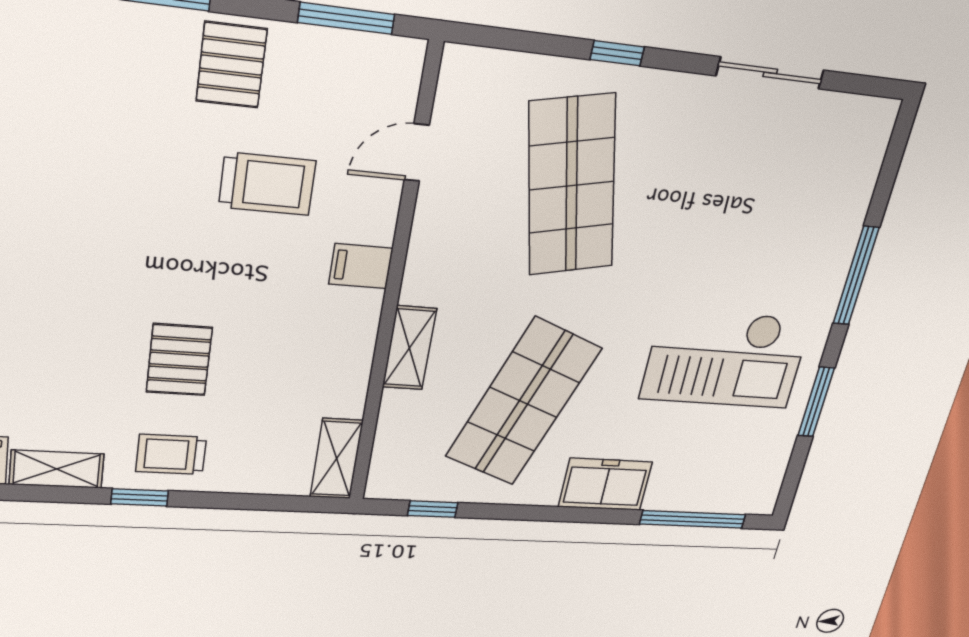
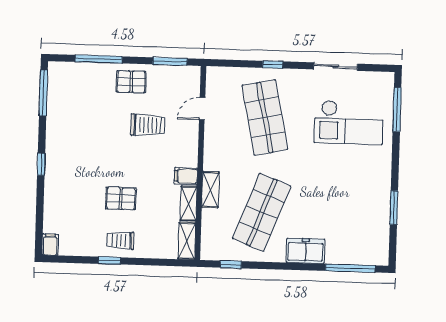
pallet: (232, 65) -> (131, 82), turned 90
filing cabinet: (361, 266) -> (186, 176), moved
window: (856, 276) -> (397, 110), moved
checkout: (726, 359) -> (349, 122), moved
pallet: (179, 360) -> (121, 199), turned 90
shelving: (57, 469) -> (189, 204), moved, turned 90

